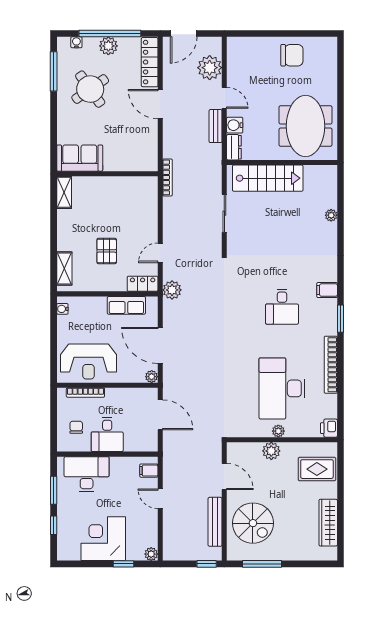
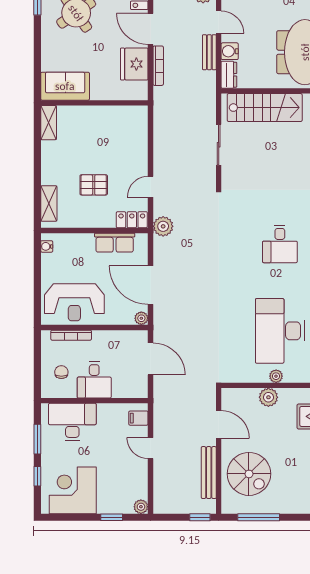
fridge: (145, 137) -> (134, 64), added
bookcase: (167, 177) -> (158, 66), moved
pallet: (107, 251) -> (94, 185), turned 90
corner desk: (103, 539) -> (73, 490), moved

